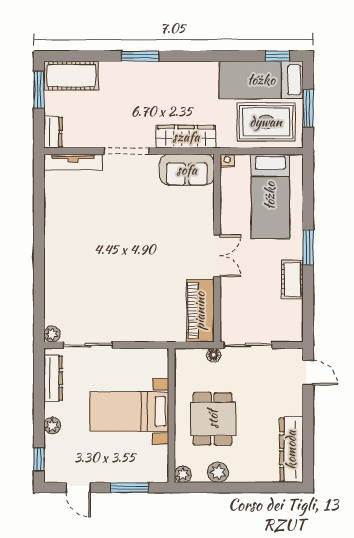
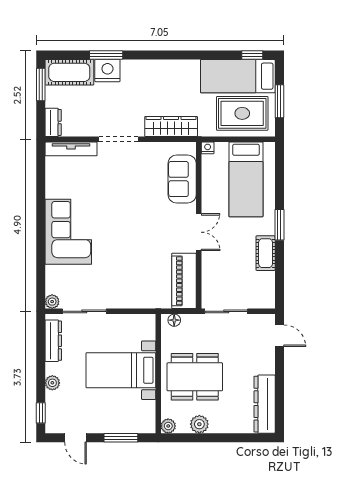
window: (140, 56) -> (106, 55), moved
nightstand: (114, 74) -> (107, 71), added
sofa: (187, 170) -> (182, 179), moved, turned 90
corner sofa: (70, 255) -> (68, 232), added
floor lamp: (214, 355) -> (174, 320), moved
dining table: (213, 419) -> (195, 377), width x1.38

